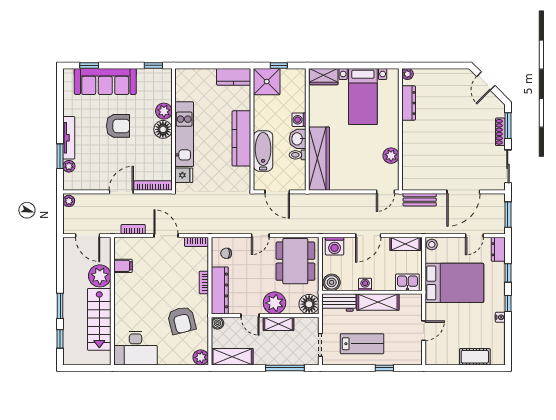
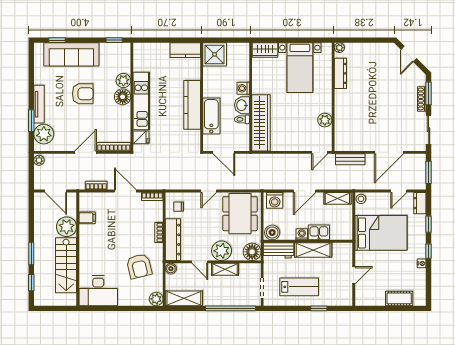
window: (279, 65) -> (225, 40), removed
plant: (69, 166) -> (44, 134), width x1.88, depth x1.88
kitchen sink: (407, 282) -> (319, 232), moved
window: (285, 368) -> (231, 308), width x1.46

